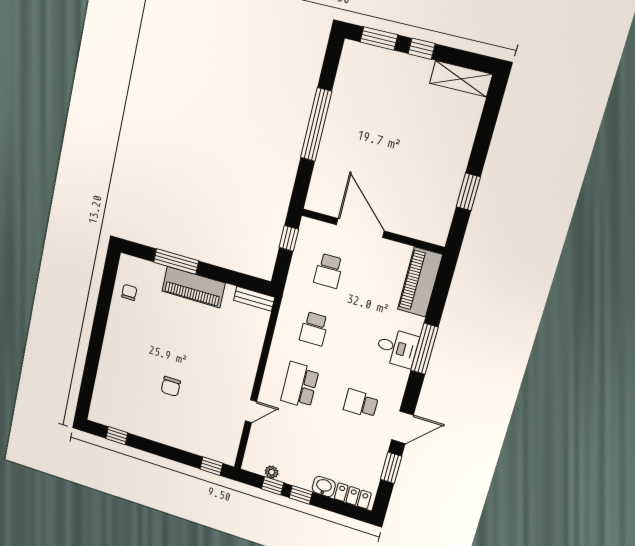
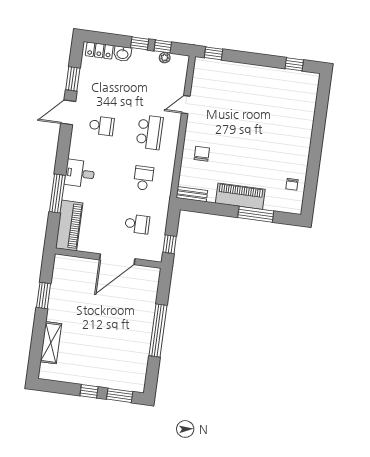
shelving: (461, 79) -> (51, 343), moved, turned 90
door: (360, 228) -> (117, 259), hinge flipped
school desk: (329, 271) -> (137, 224), turned 90
window: (424, 349) -> (57, 194), moved
chair: (171, 386) -> (202, 154), moved

